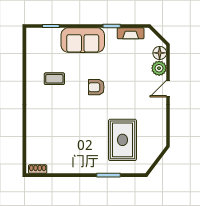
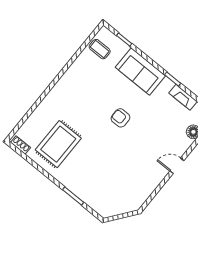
plant: (159, 68) -> (183, 144), removed
coffee table: (54, 79) -> (100, 49), moved
rug: (122, 140) -> (58, 144), moved

